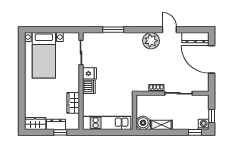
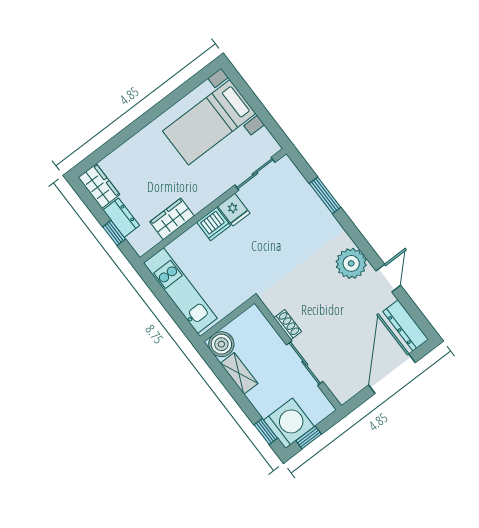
washing machine: (204, 124) -> (289, 423), width x1.89, depth x1.89

